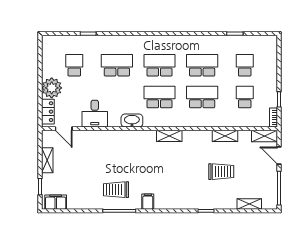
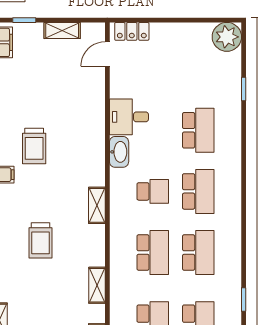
school desk: (74, 65) -> (198, 69), removed
plant: (52, 88) -> (227, 37), moved
school desk: (159, 97) -> (153, 191), width x0.54
desk: (95, 114) -> (129, 117), moved
trolley: (221, 172) -> (40, 240), moved
trolley: (116, 190) -> (34, 146), moved, turned 180

